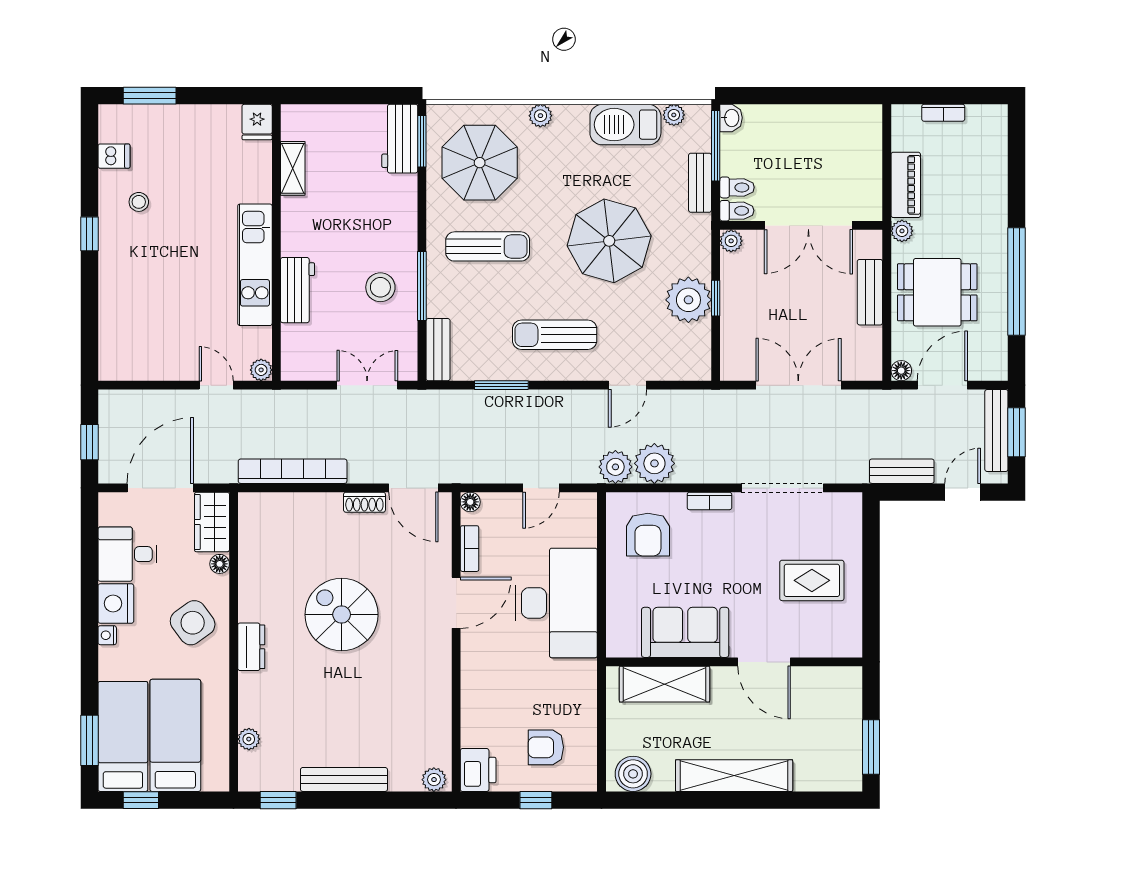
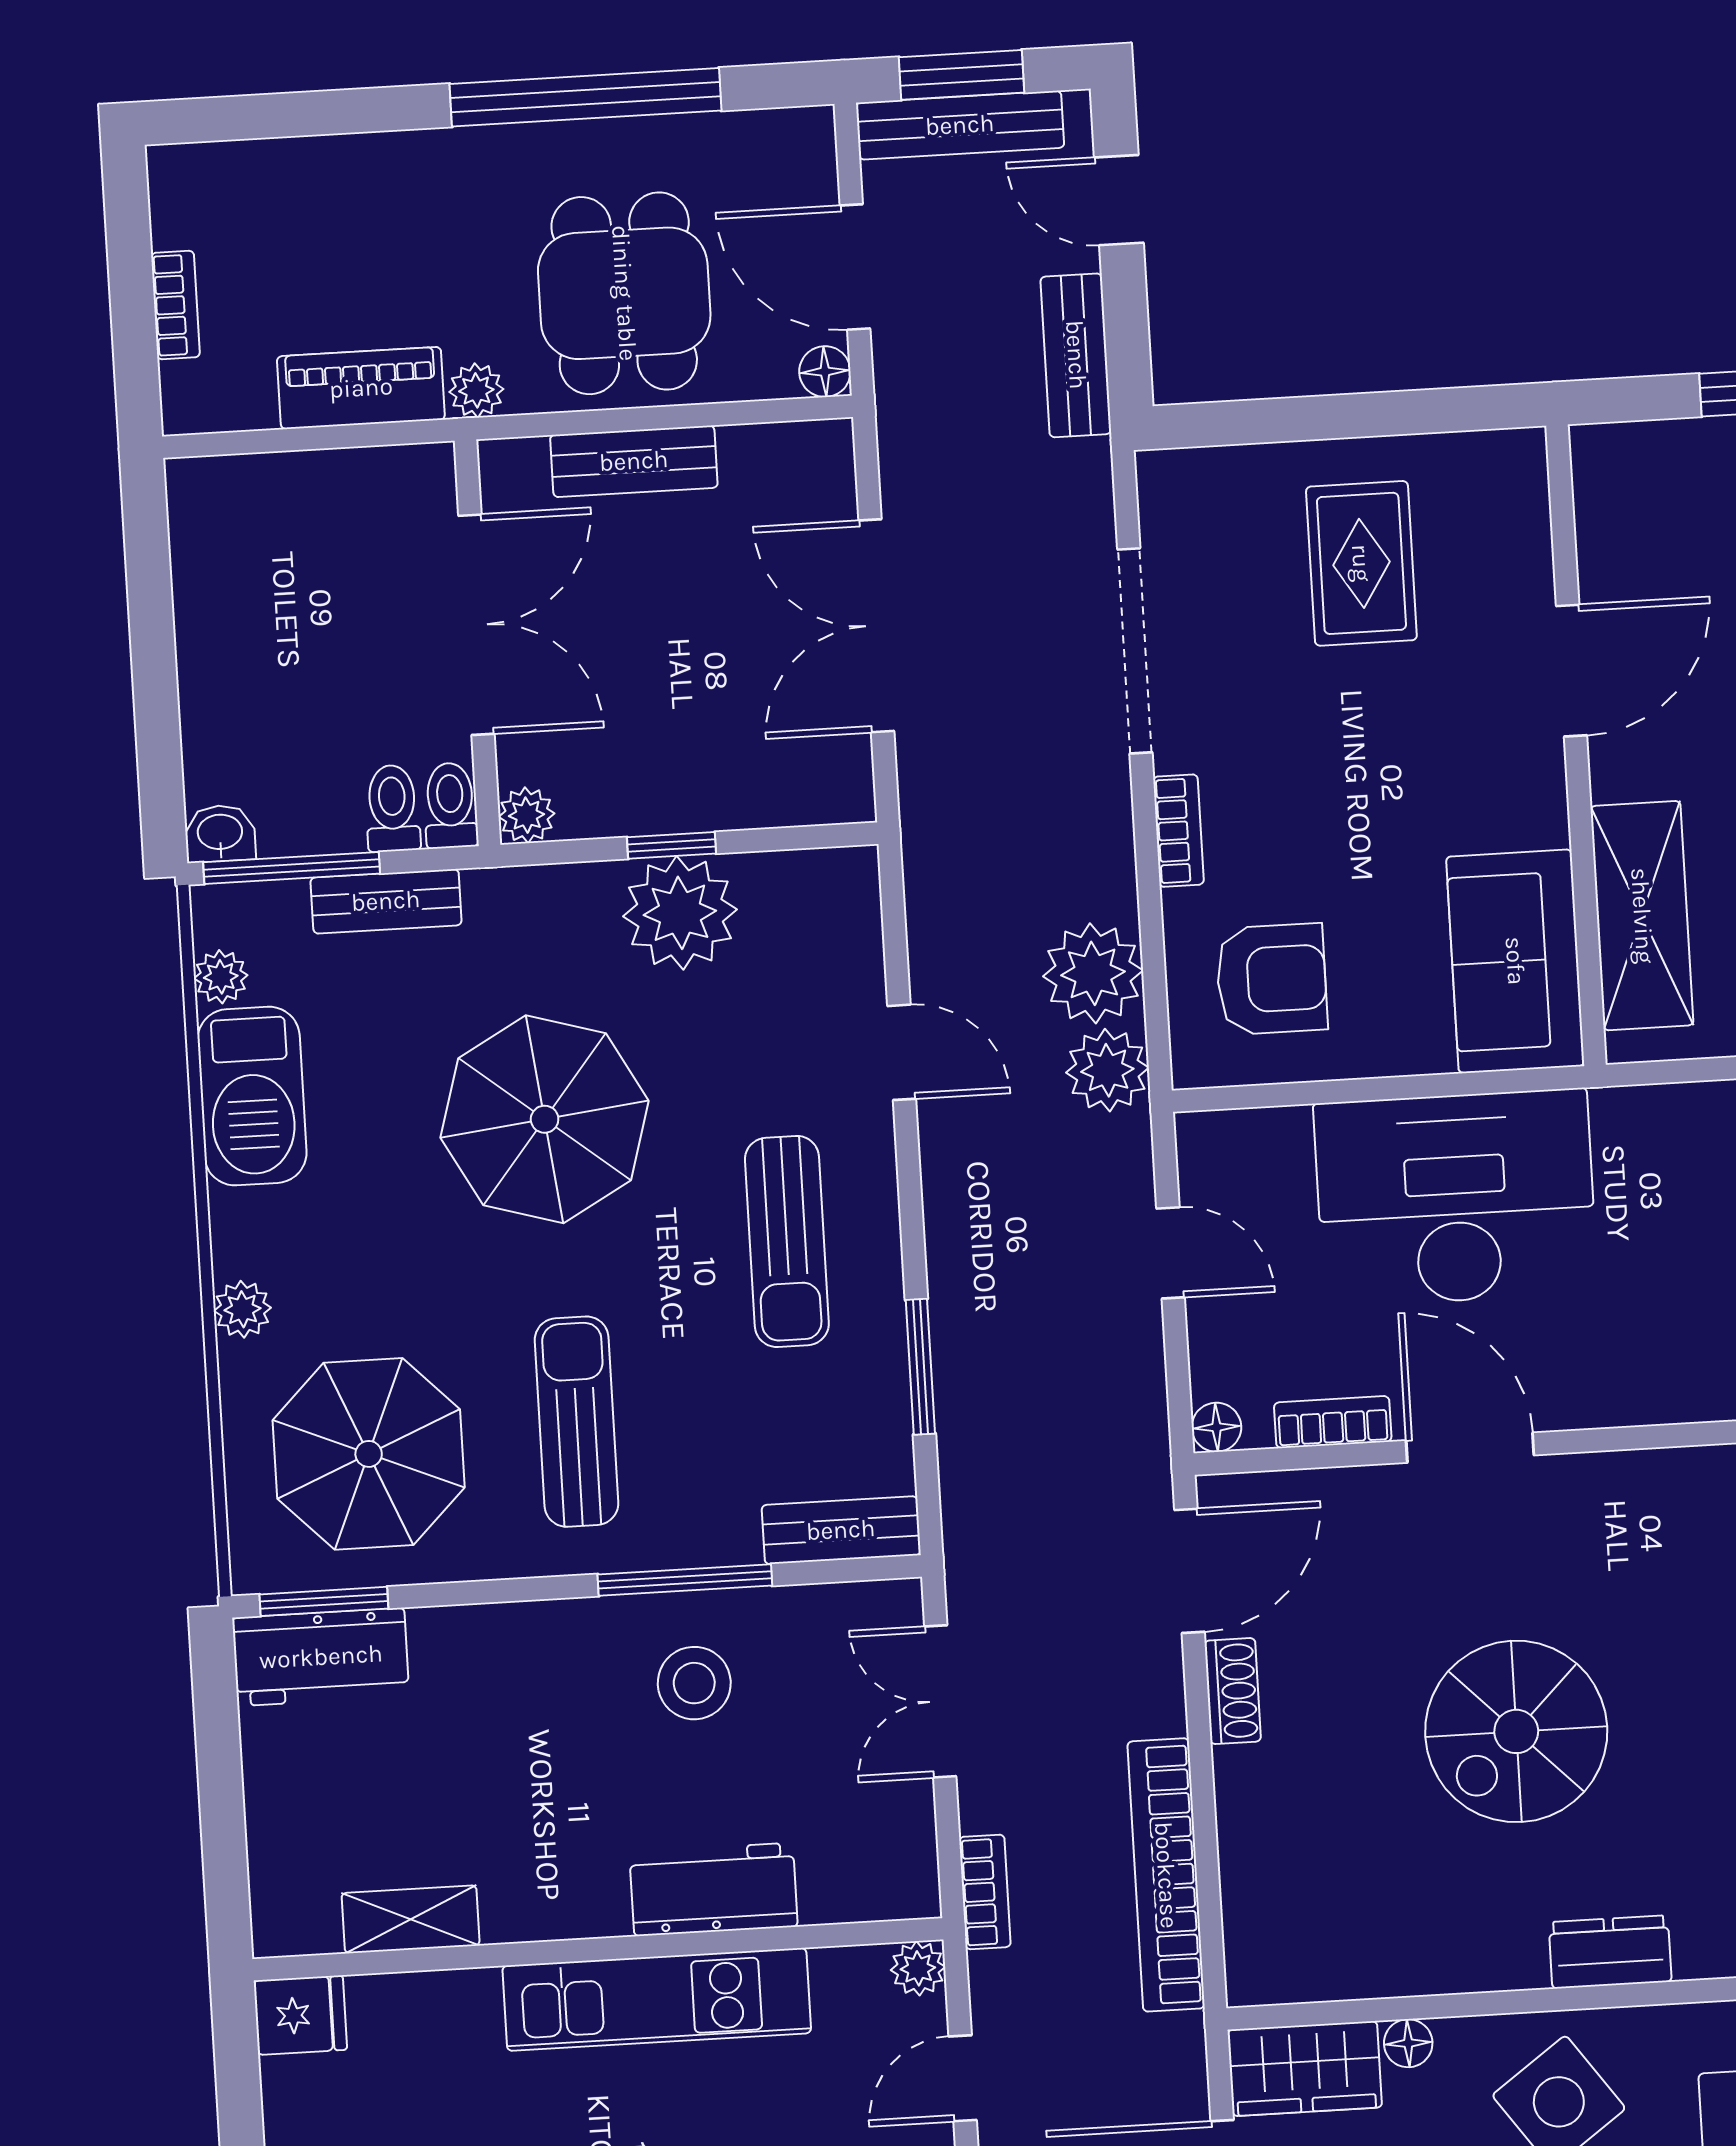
bookcase: (290, 398) -> (985, 1892), added
sofa: (685, 632) -> (1515, 961), moved

